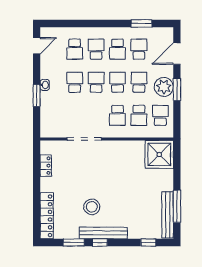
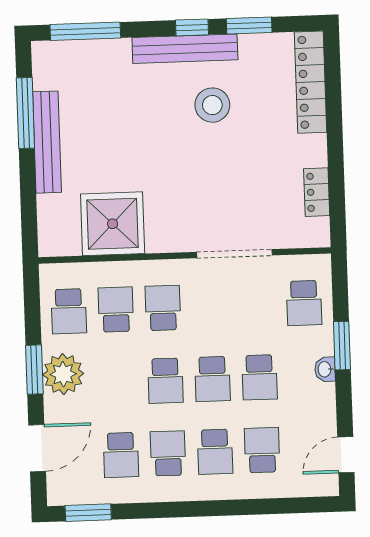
window: (142, 23) -> (88, 513), moved
school desk: (139, 82) -> (304, 303), moved
shower: (159, 154) -> (113, 224), moved
bench: (168, 215) -> (47, 142), moved
window: (148, 242) -> (85, 31), width x2.17

